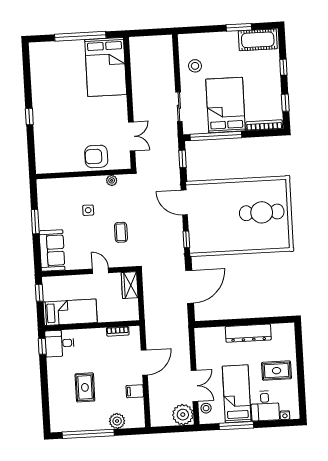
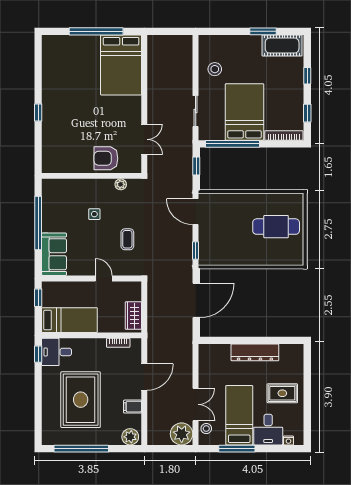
window: (35, 222) -> (38, 223), width x2.11
wardrobe: (130, 285) -> (133, 316), moved
rug: (85, 387) -> (81, 400), width x1.86, depth x2.06
plant: (117, 421) -> (130, 437), moved

